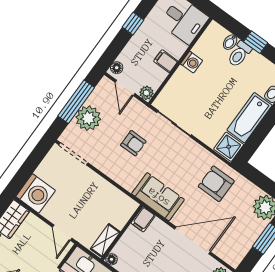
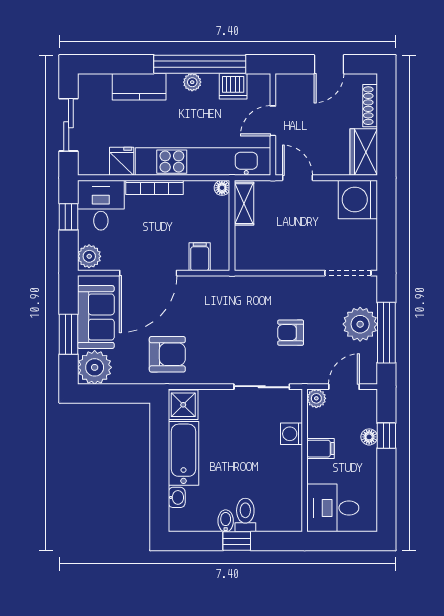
window: (133, 24) -> (386, 436), moved
bidet: (230, 42) -> (226, 521), moved
washing machine: (192, 62) -> (291, 434), moved
floor lamp: (117, 68) -> (369, 437), moved
door: (125, 88) -> (344, 387), hinge flipped
sofa: (158, 197) -> (96, 317), moved, turned -90
filing cabinet: (143, 219) -> (200, 257), moved

